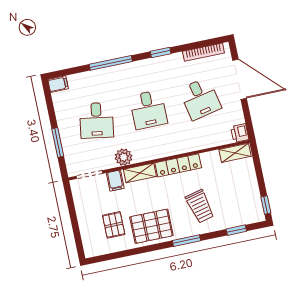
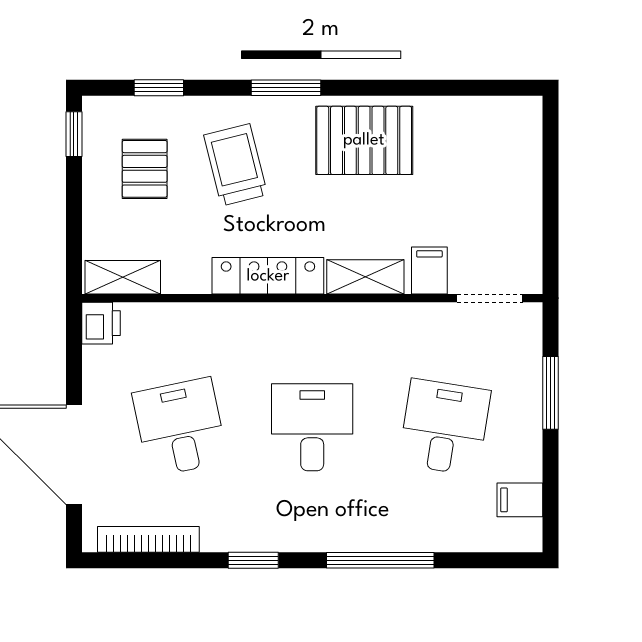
filing cabinet: (58, 84) -> (520, 500), moved
plant: (124, 157) -> (397, 324), removed
pallet: (114, 225) -> (145, 169), moved

